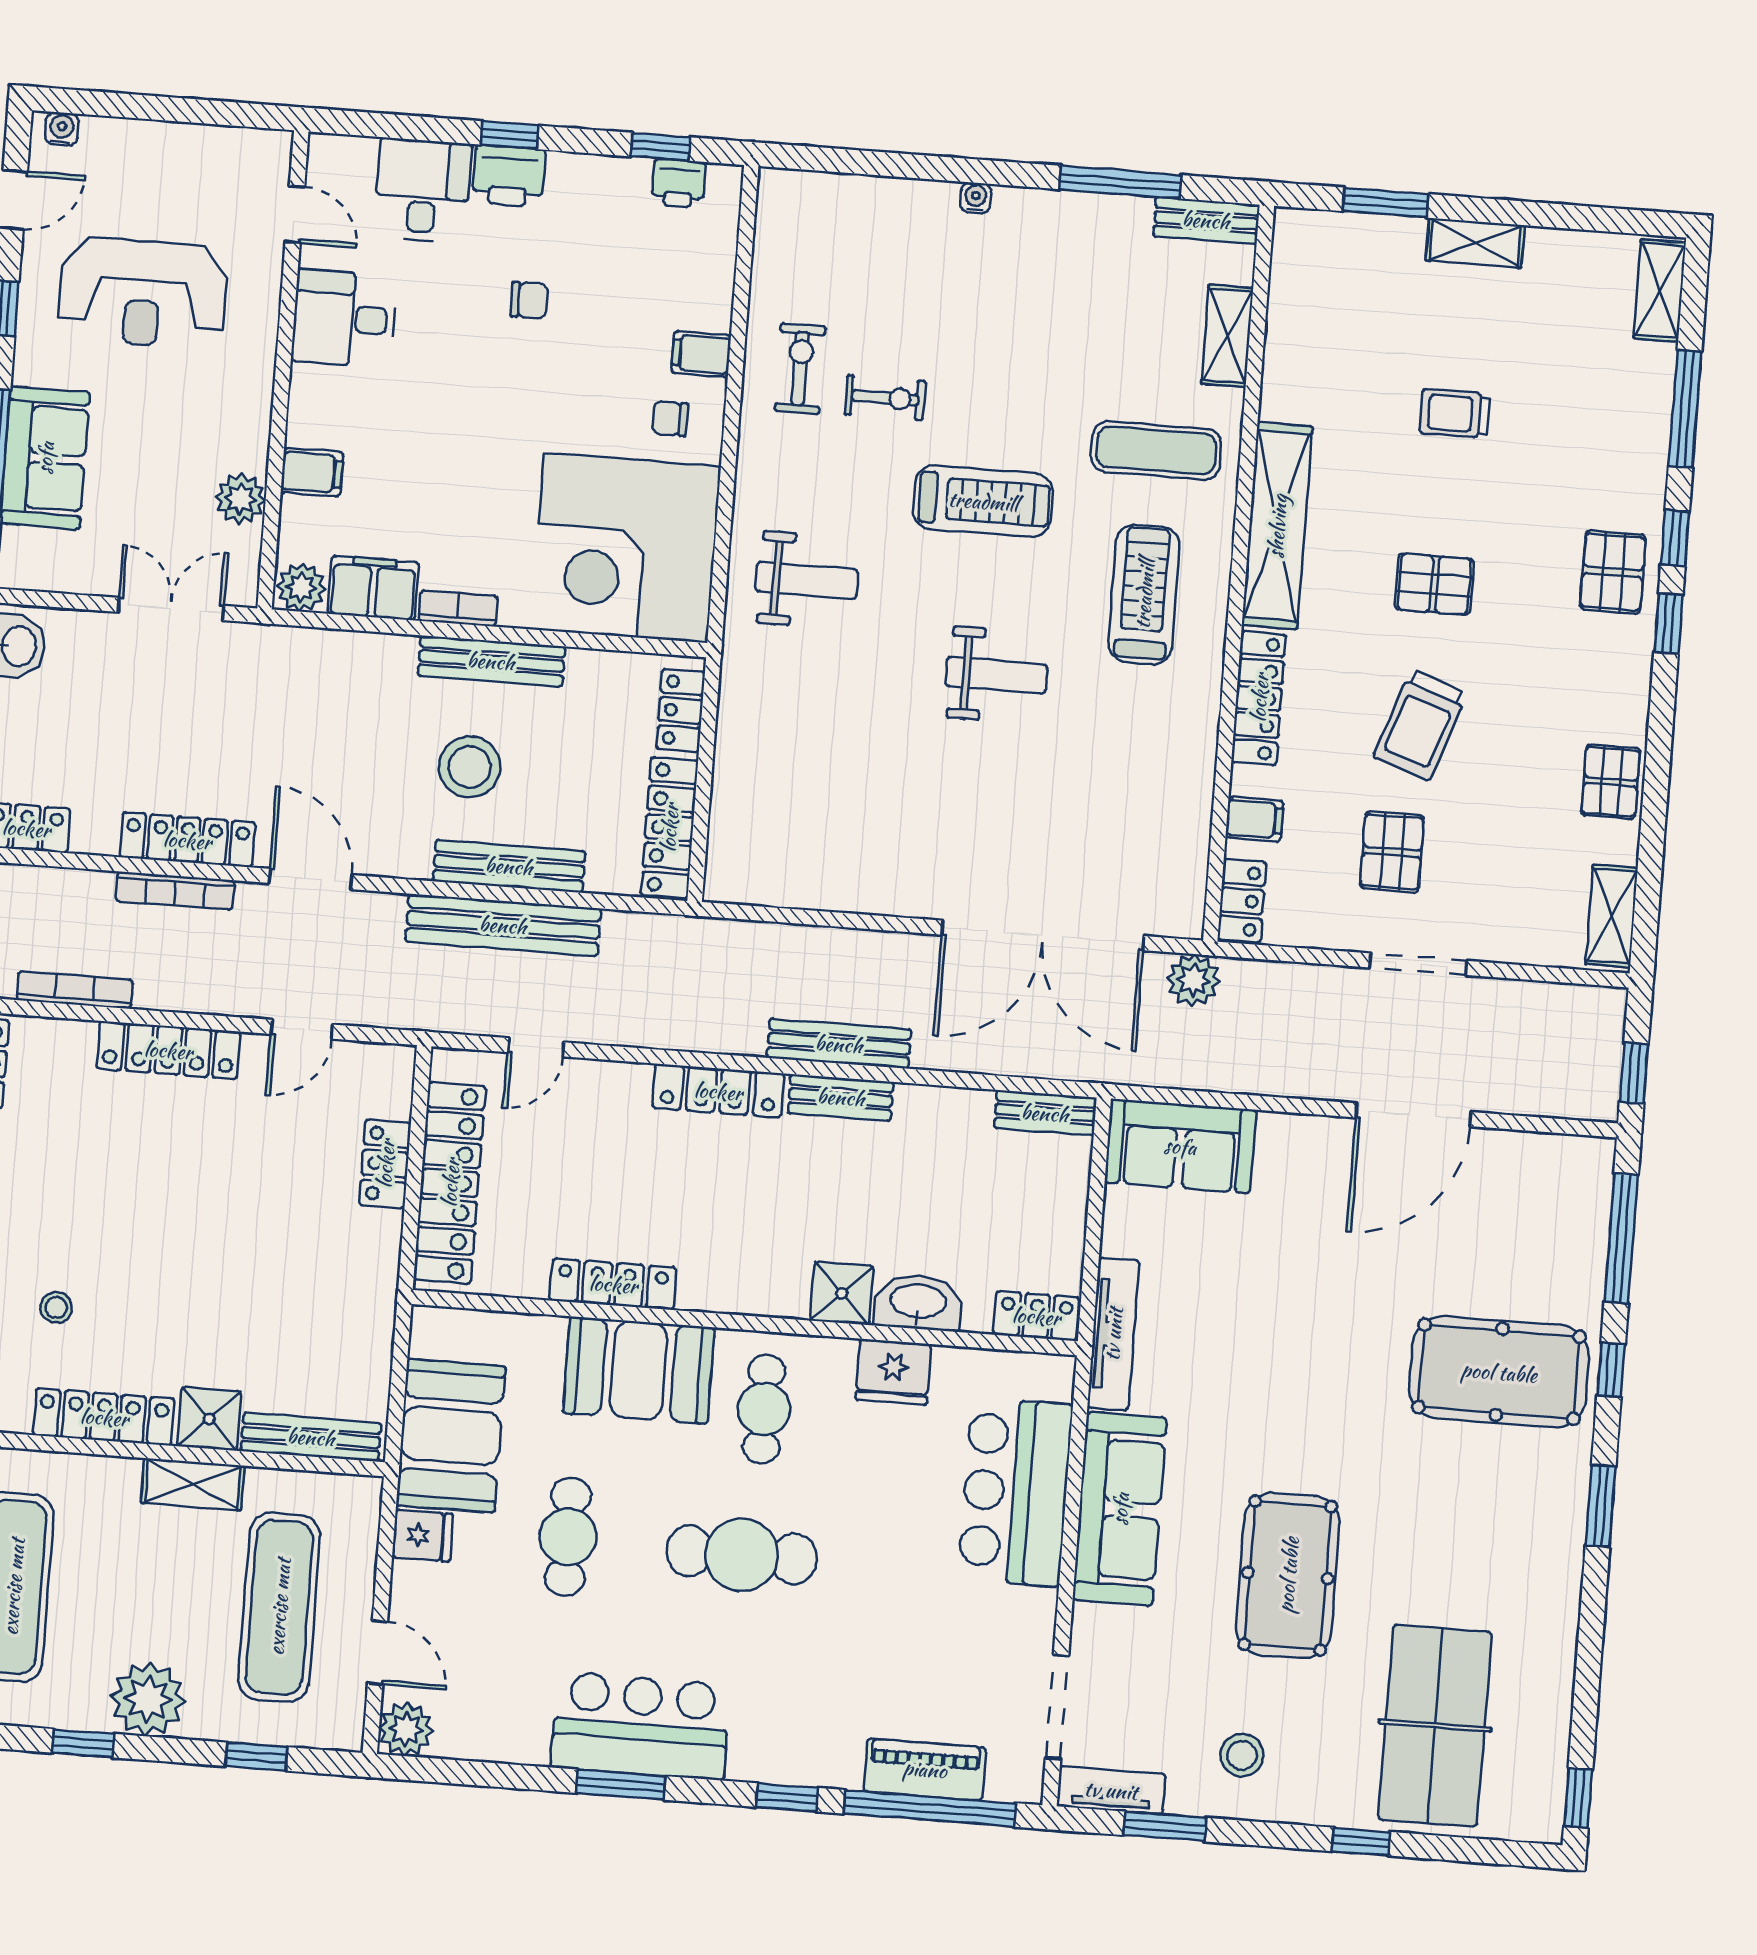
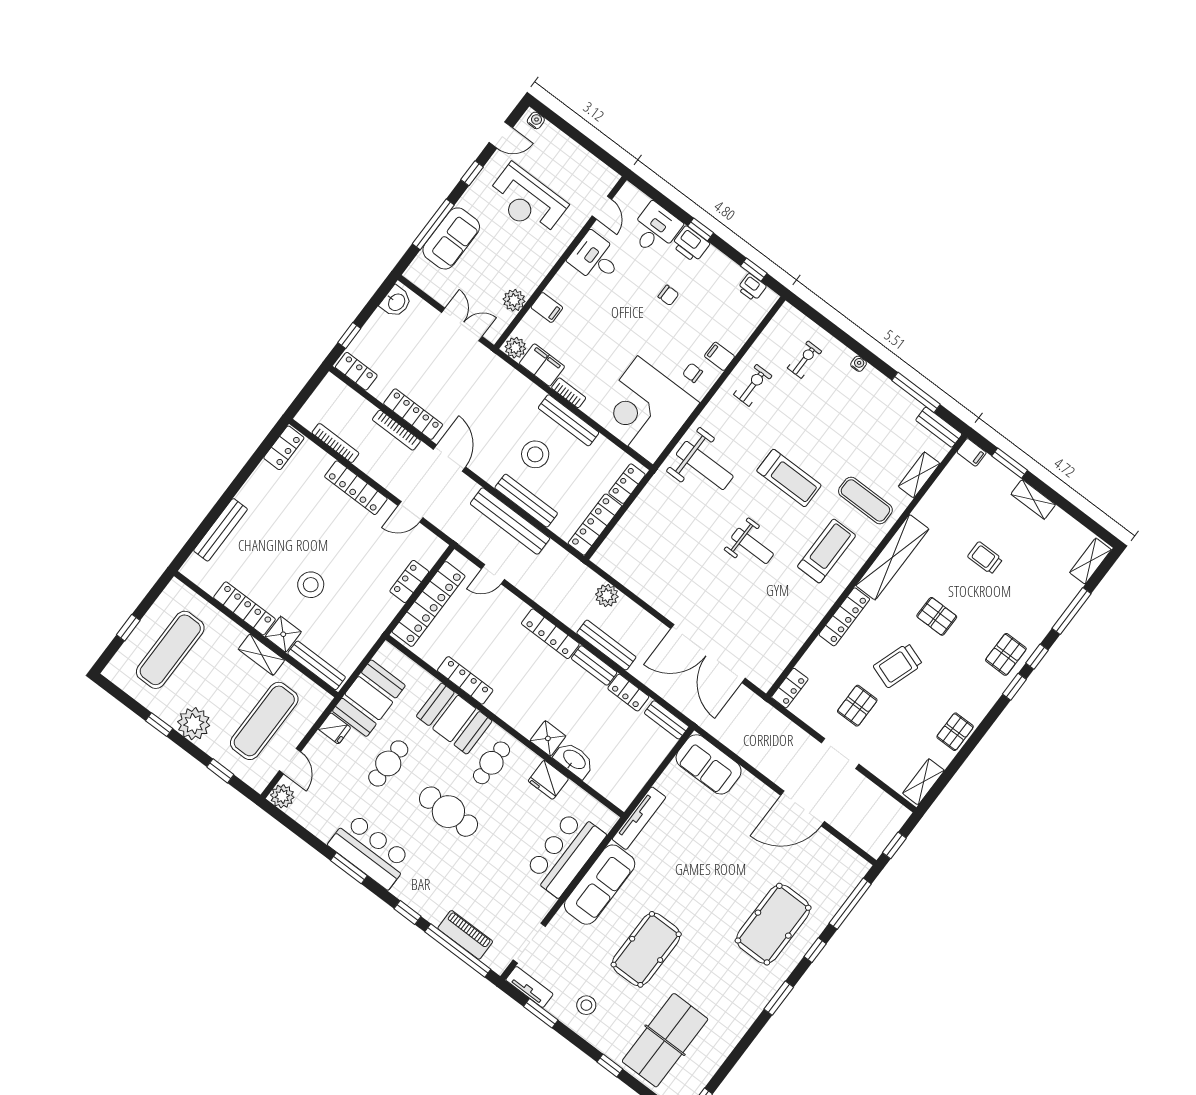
exercise bike: (885, 398) -> (805, 360), moved, turned -90
weight bench: (807, 580) -> (705, 465), width x1.36, depth x1.33
filing cabinet: (1254, 819) -> (972, 452), moved
plant: (1193, 980) -> (607, 596), moved
stool: (56, 1308) -> (311, 585), moved, width x1.89, depth x1.89
locker: (1036, 1316) -> (628, 693), moved, turned 180
pool table: (1499, 1372) -> (773, 924), turned 90

